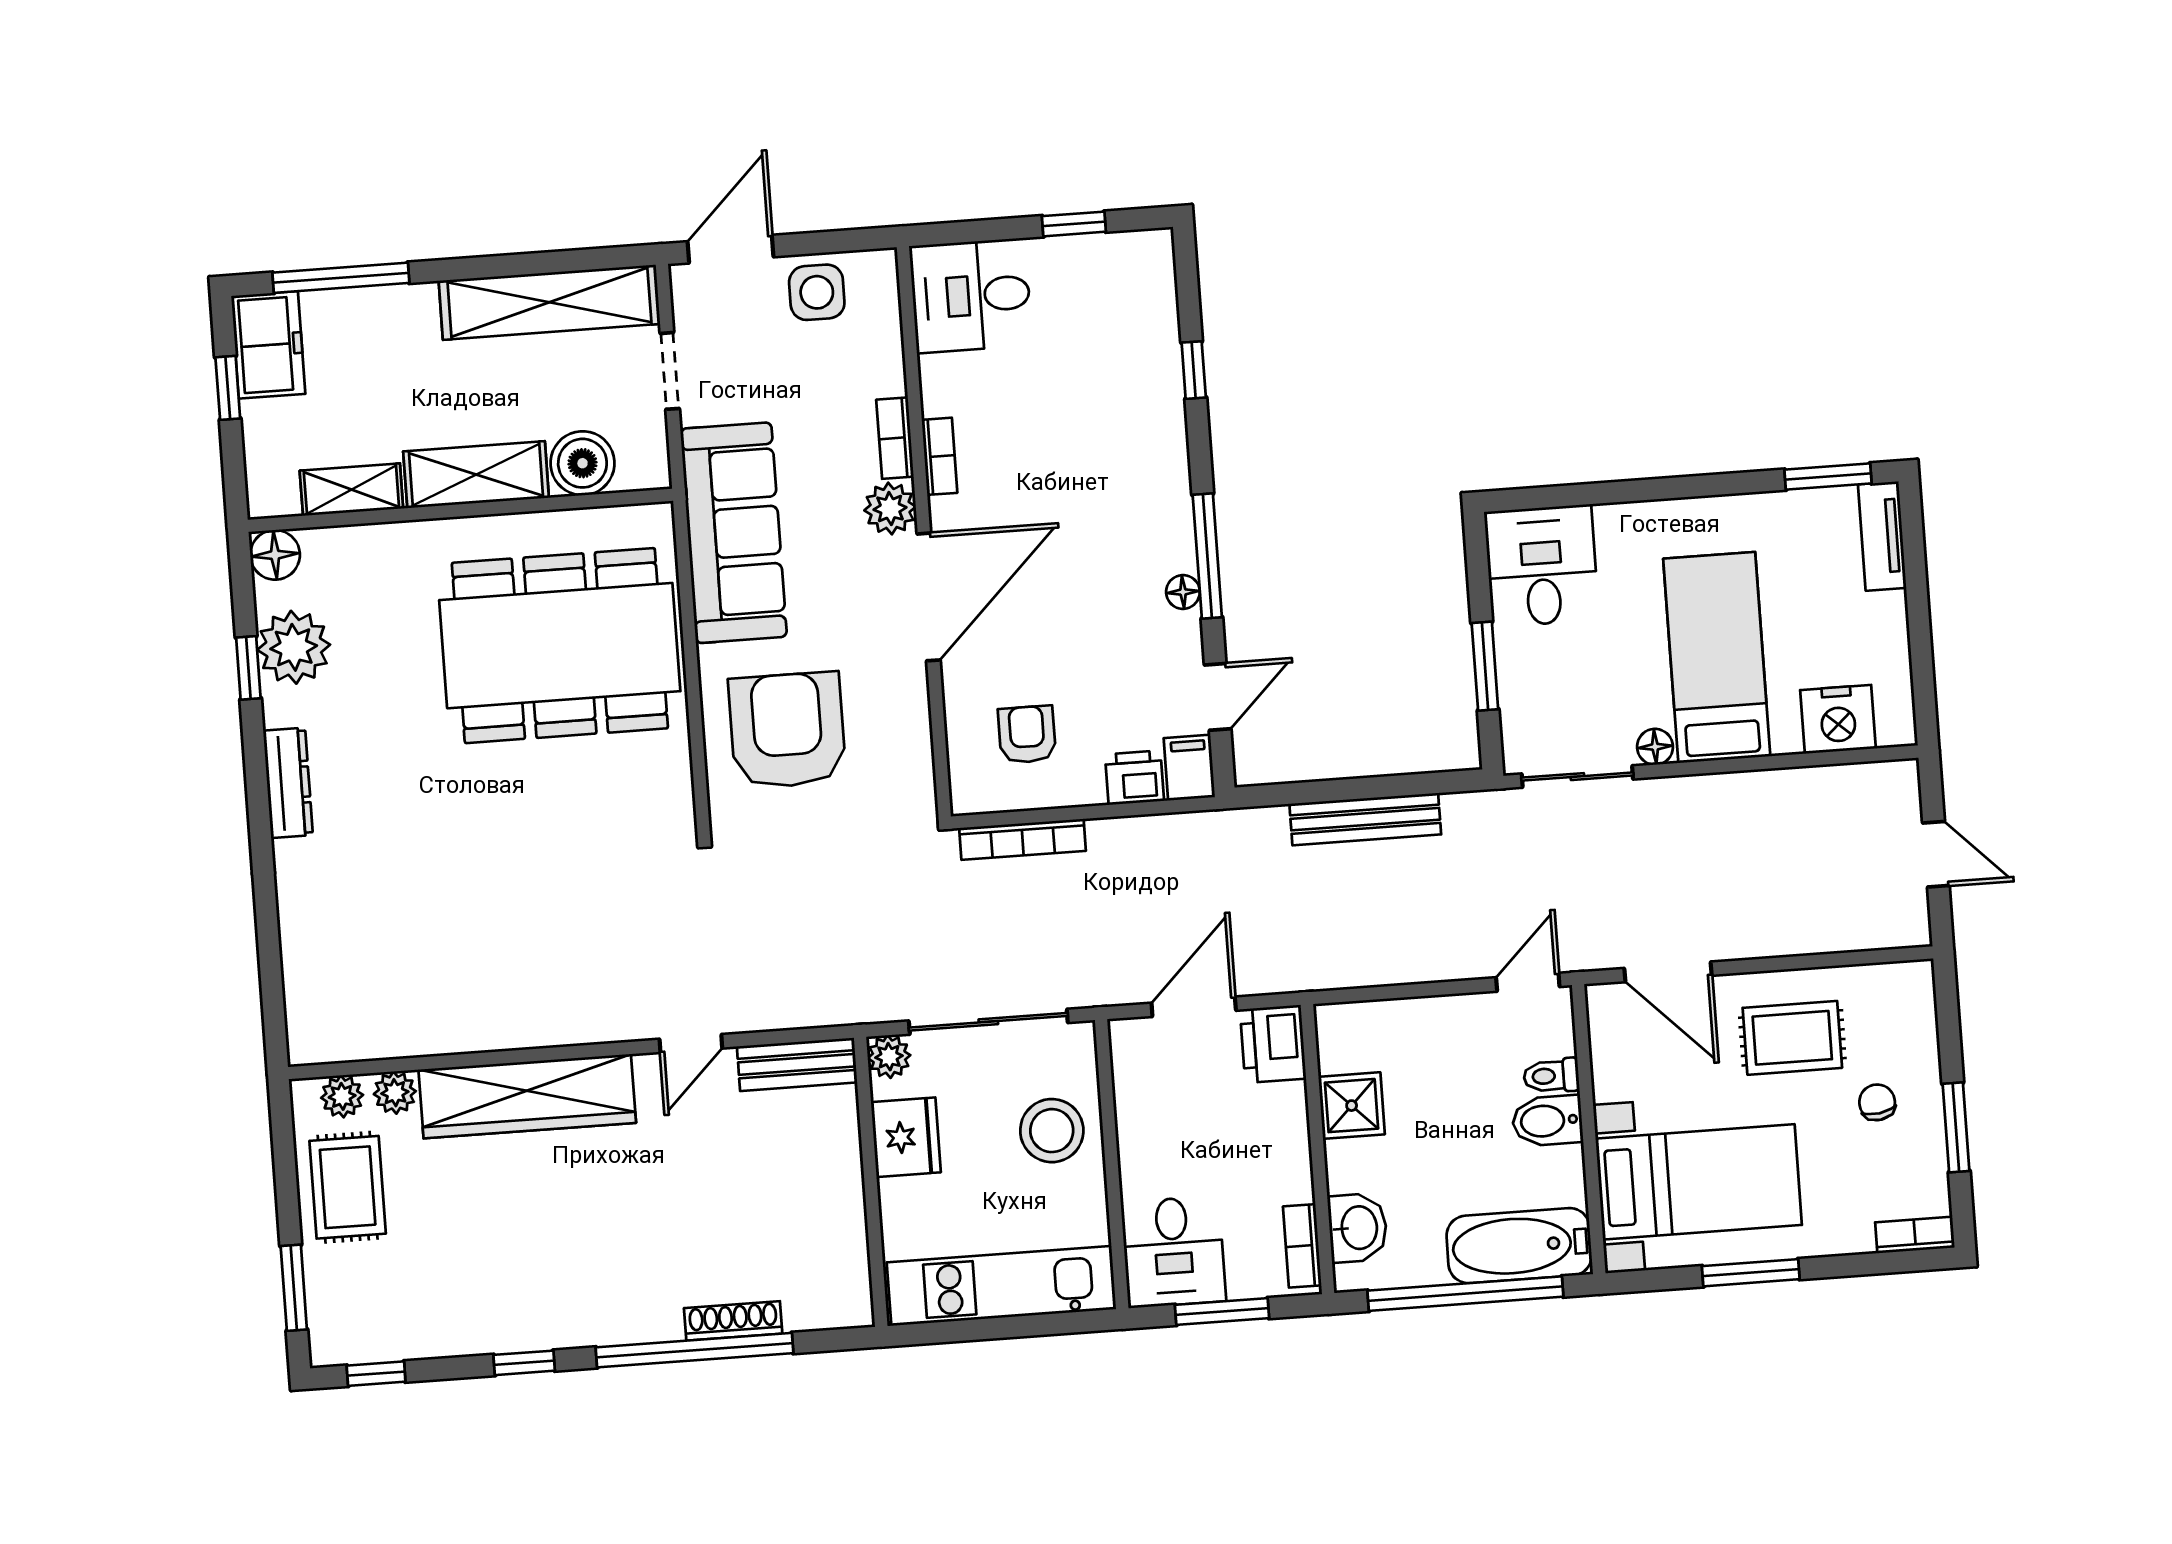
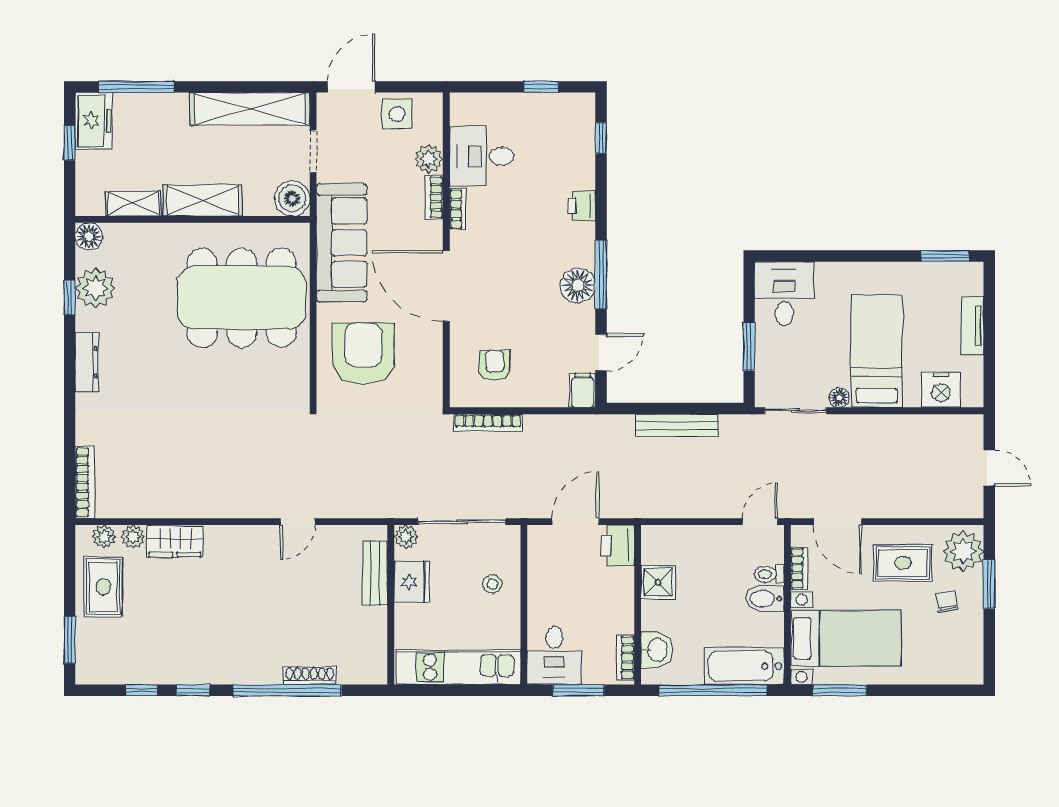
desk: (971, 296) -> (482, 156), moved
window: (1194, 370) -> (601, 138), moved
boiler: (582, 463) -> (292, 198), moved
plant: (890, 508) -> (429, 159), moved
tv unit: (1882, 536) -> (972, 326), moved
floor lamp: (1183, 592) -> (578, 285), width x1.89, depth x1.89
door: (929, 597) -> (446, 286), swing flipped
printer: (1134, 778) -> (581, 206), moved, turned -90
bookcase: (300, 1001) -> (84, 482), added
plant: (1900, 1008) -> (963, 551), added
bench: (797, 1064) -> (375, 573), moved, turned 90
wardrobe: (527, 1096) -> (175, 541), width x0.48, depth x0.85
window: (1956, 1127) -> (989, 584), moved
stool: (1052, 1131) -> (492, 584), width x0.53, depth x0.53
bookcase: (1915, 1235) -> (799, 568), moved, turned 90
window: (1751, 1273) -> (840, 690), moved
window: (376, 1374) -> (142, 690), moved

